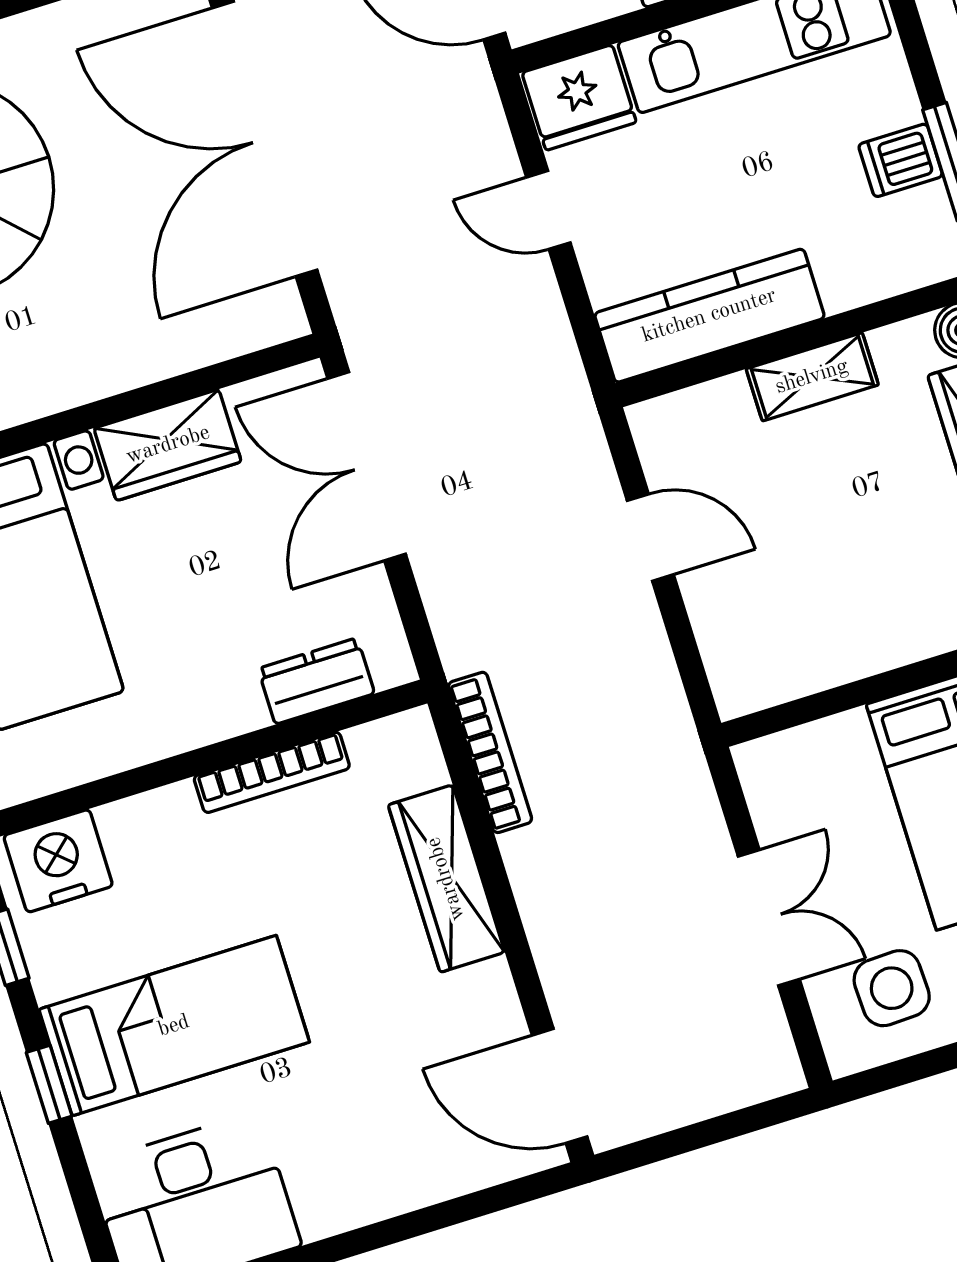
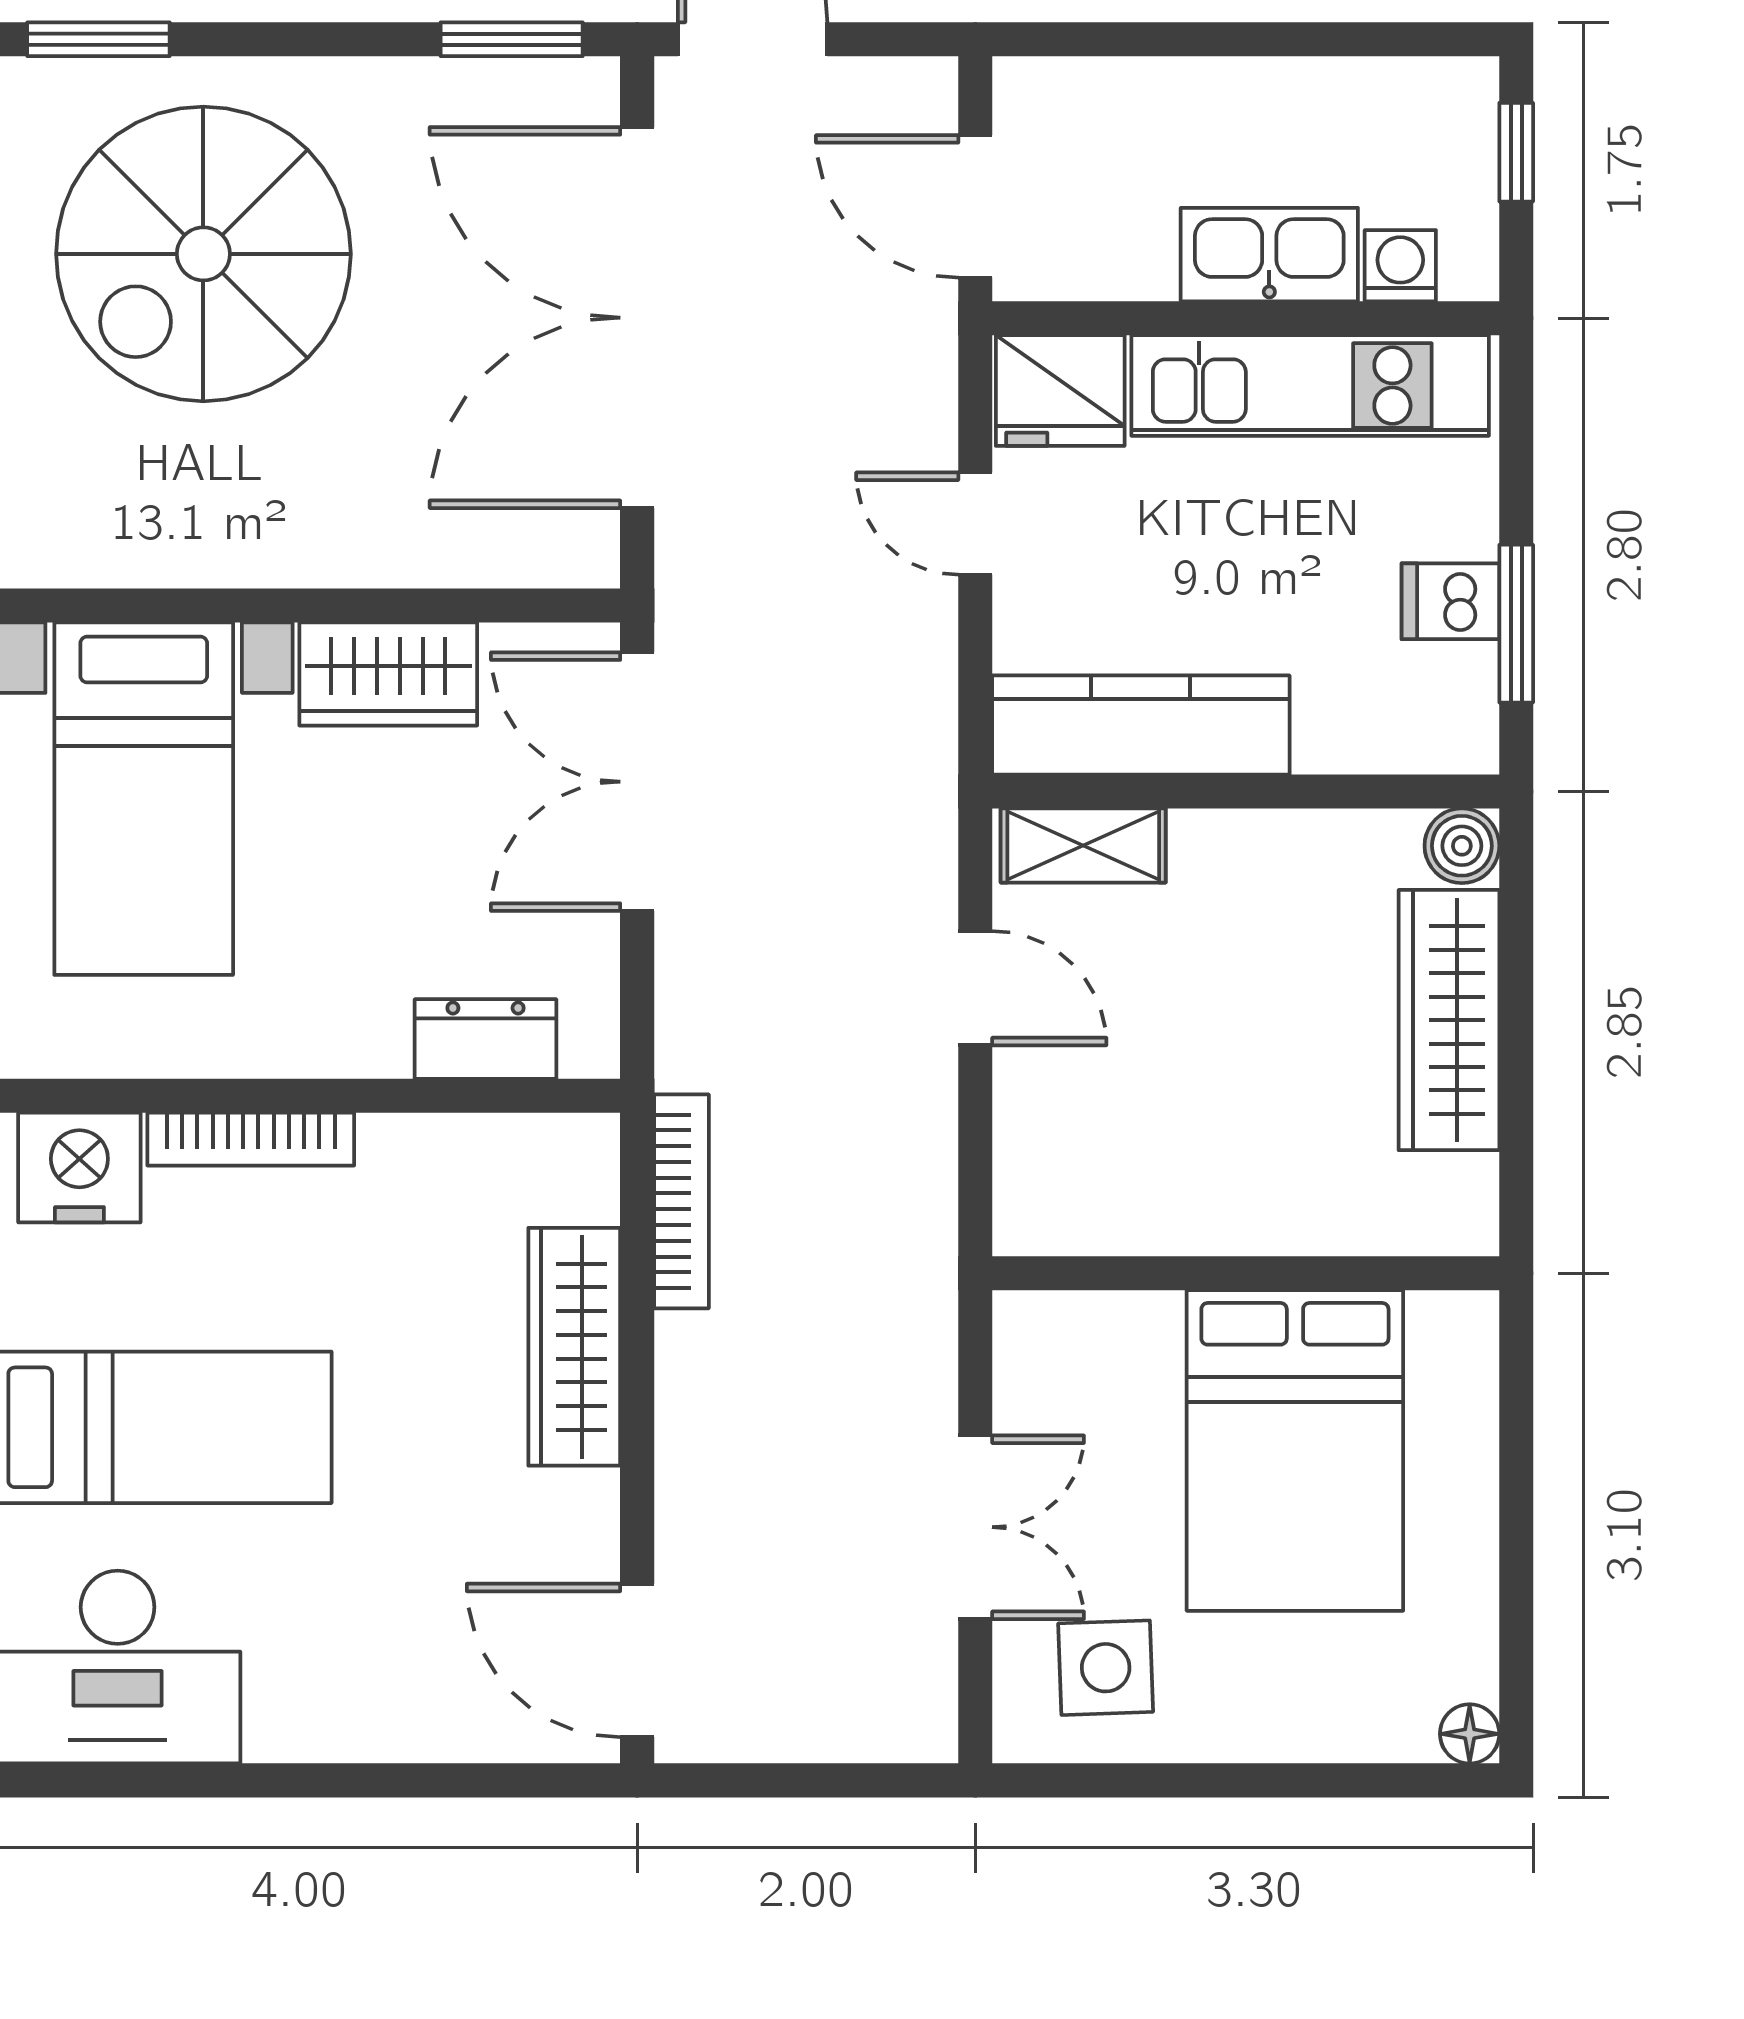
shelving: (812, 377) -> (1083, 846), moved
bookcase: (272, 772) -> (251, 1139), moved

